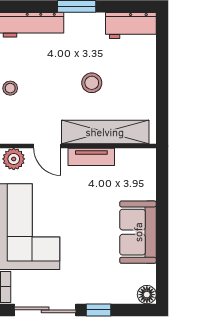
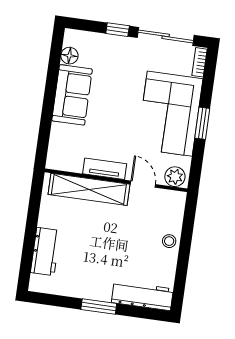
workbench: (131, 26) -> (45, 252), moved, turned 90
stool: (92, 83) -> (95, 236), removed
floor lamp: (147, 295) -> (69, 56), moved

